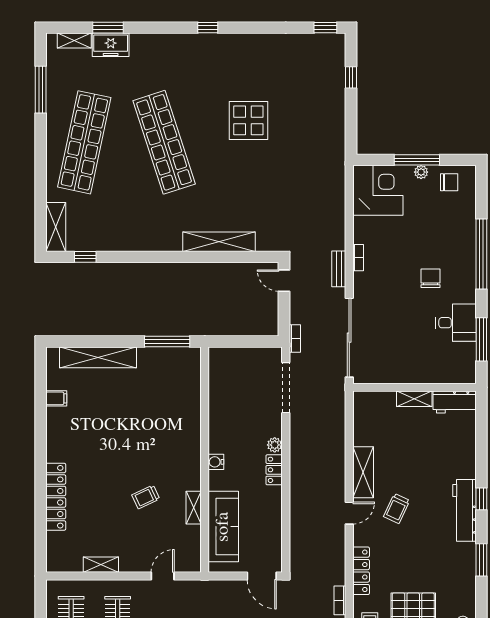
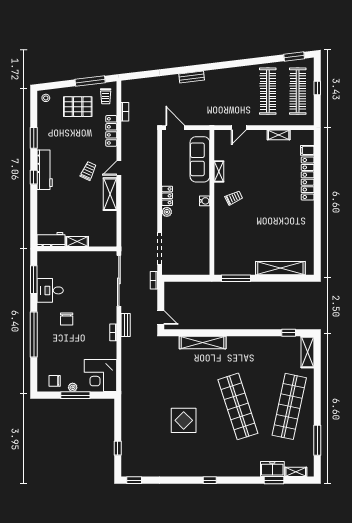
filing cabinet: (56, 398) -> (307, 150), moved
trolley: (146, 497) -> (234, 198), moved

